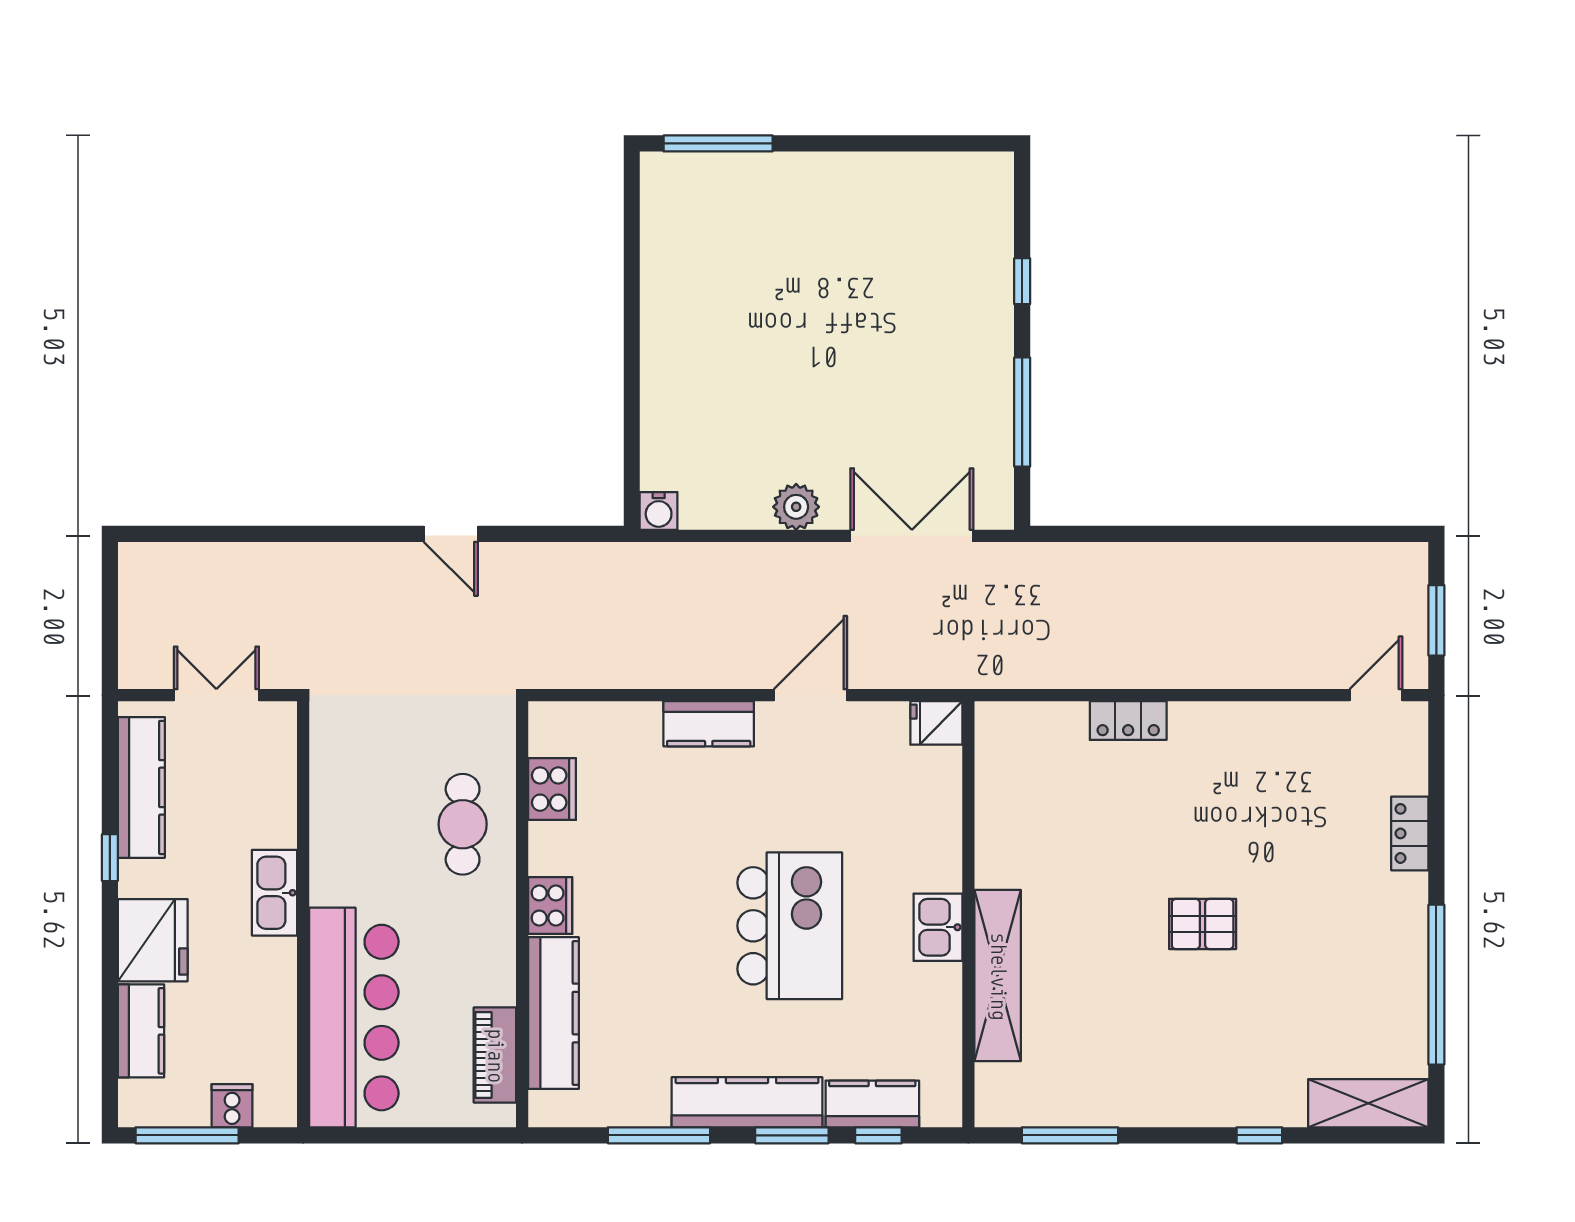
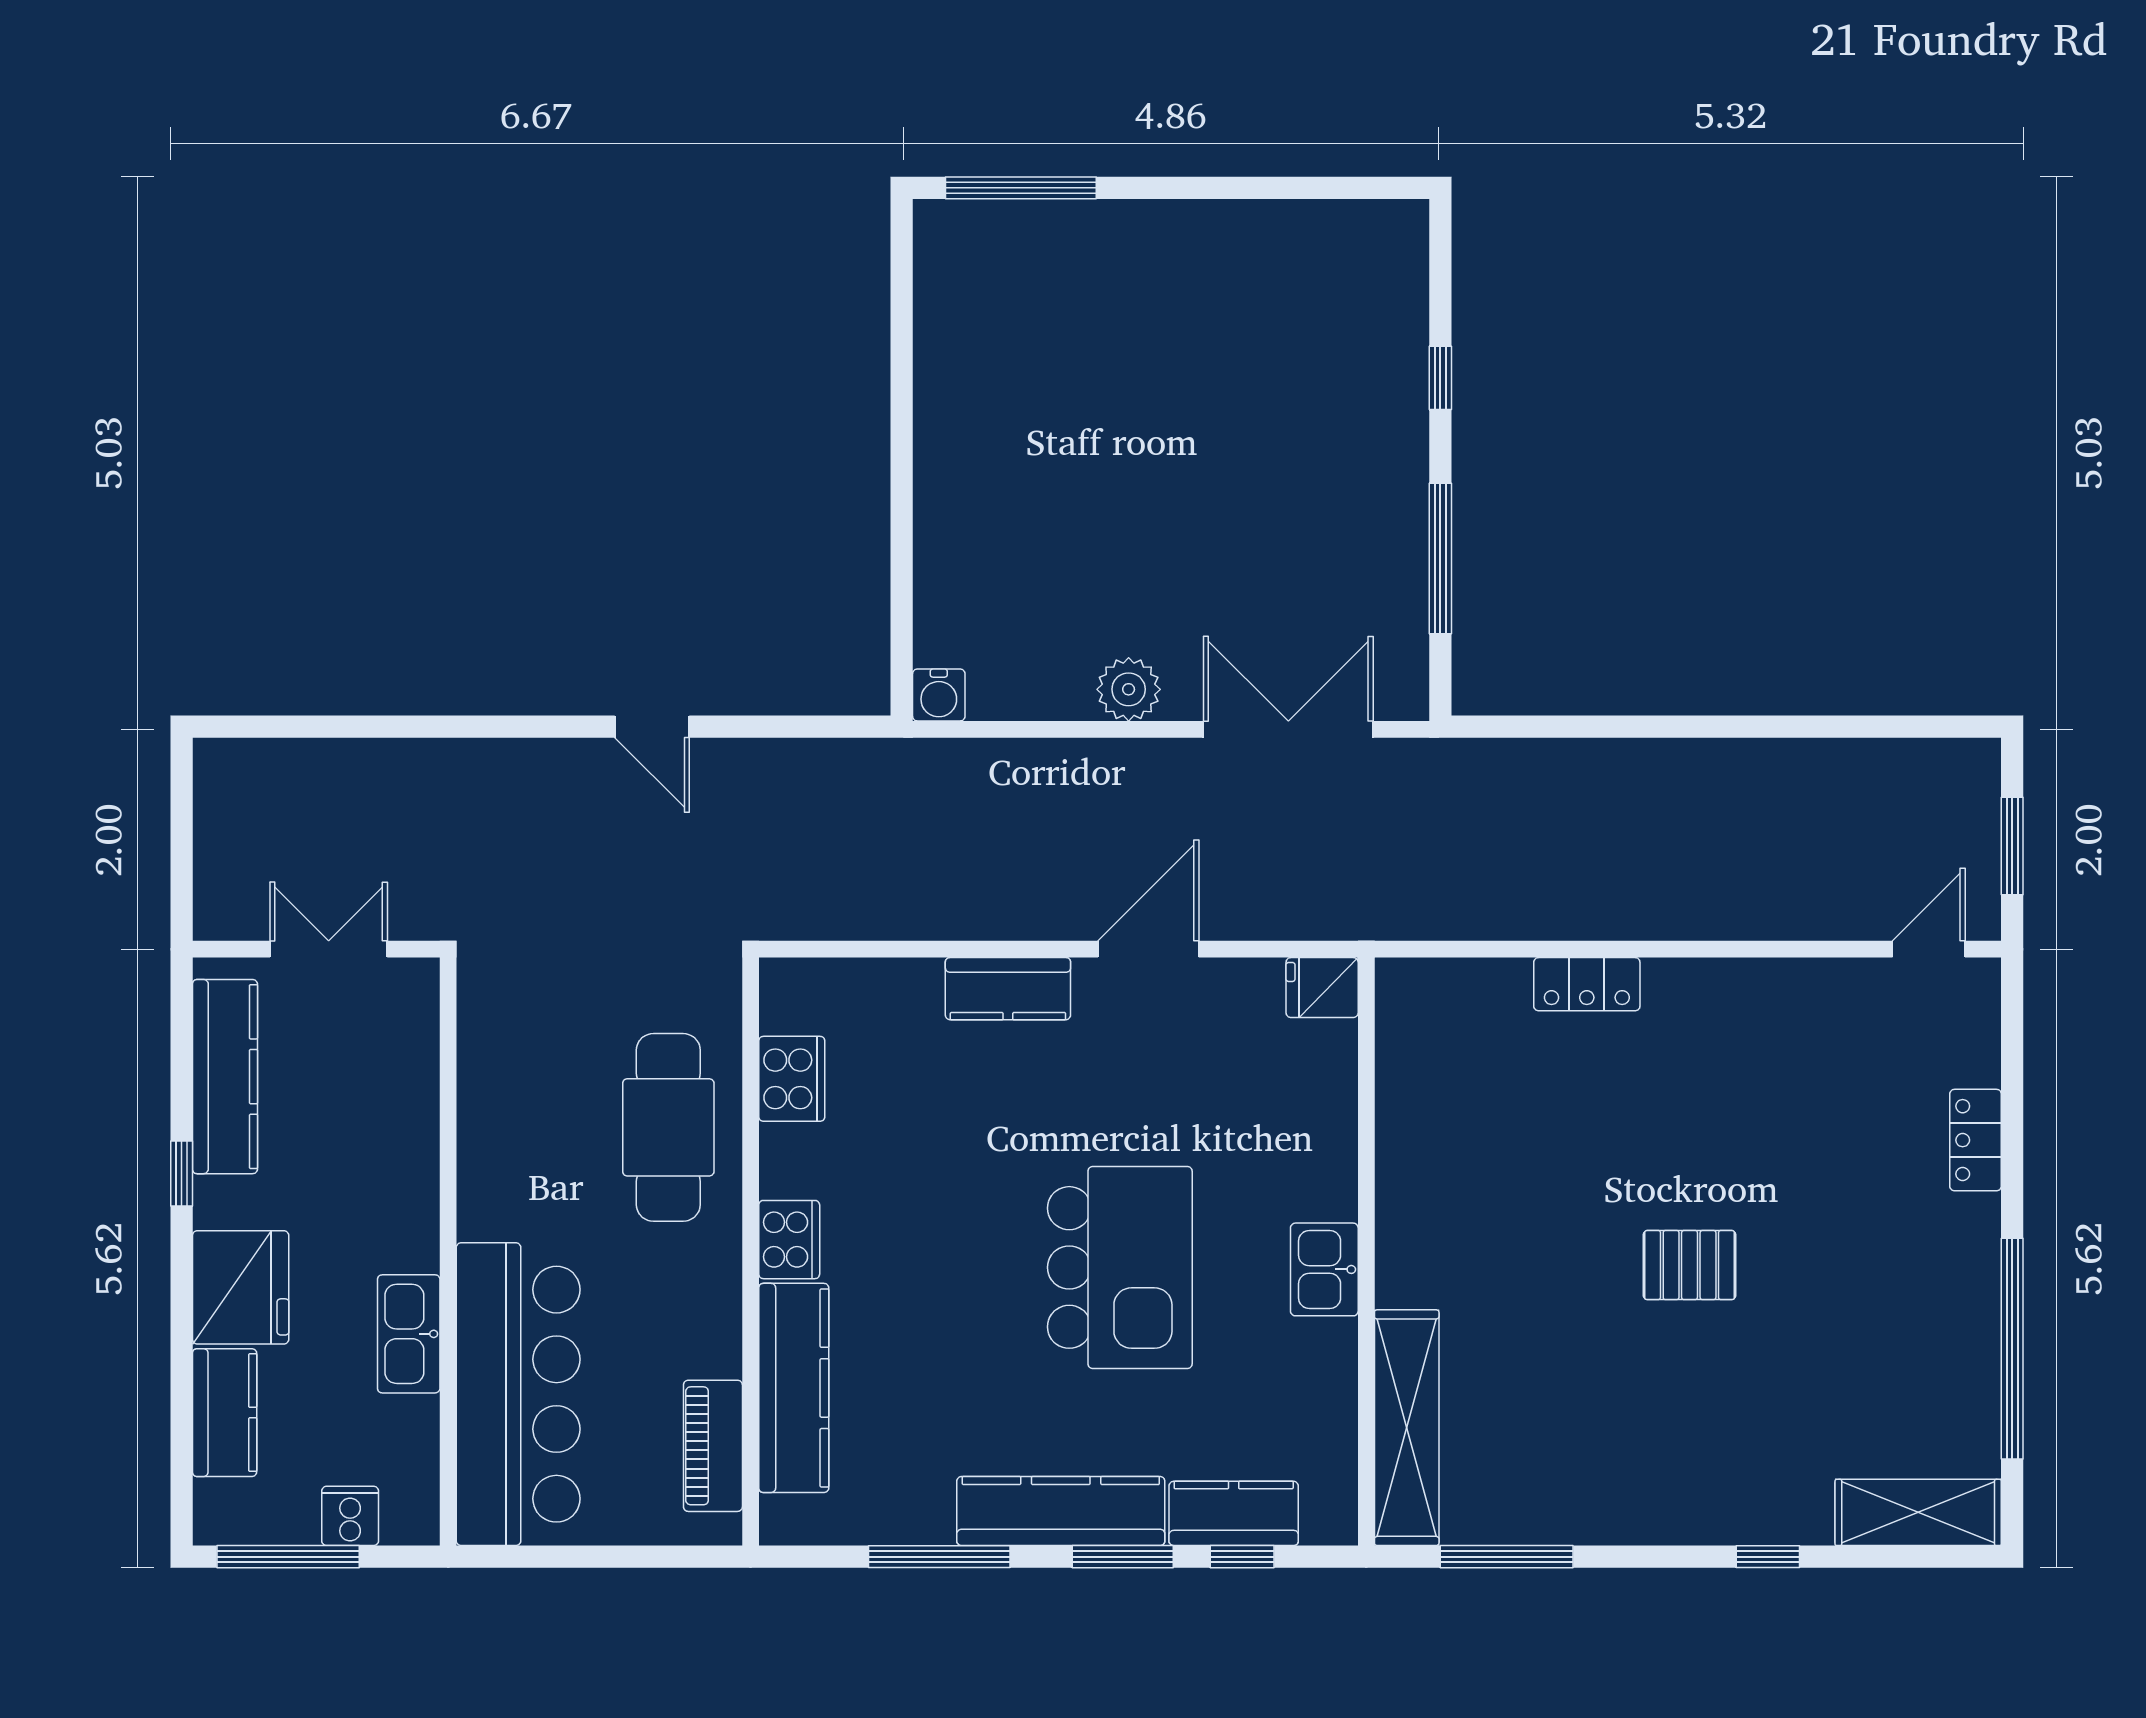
cafe table: (463, 824) -> (668, 1127), width x1.37, depth x1.35
kitchen sink: (275, 893) -> (409, 1334), moved
shelving: (998, 976) -> (1407, 1428), moved

